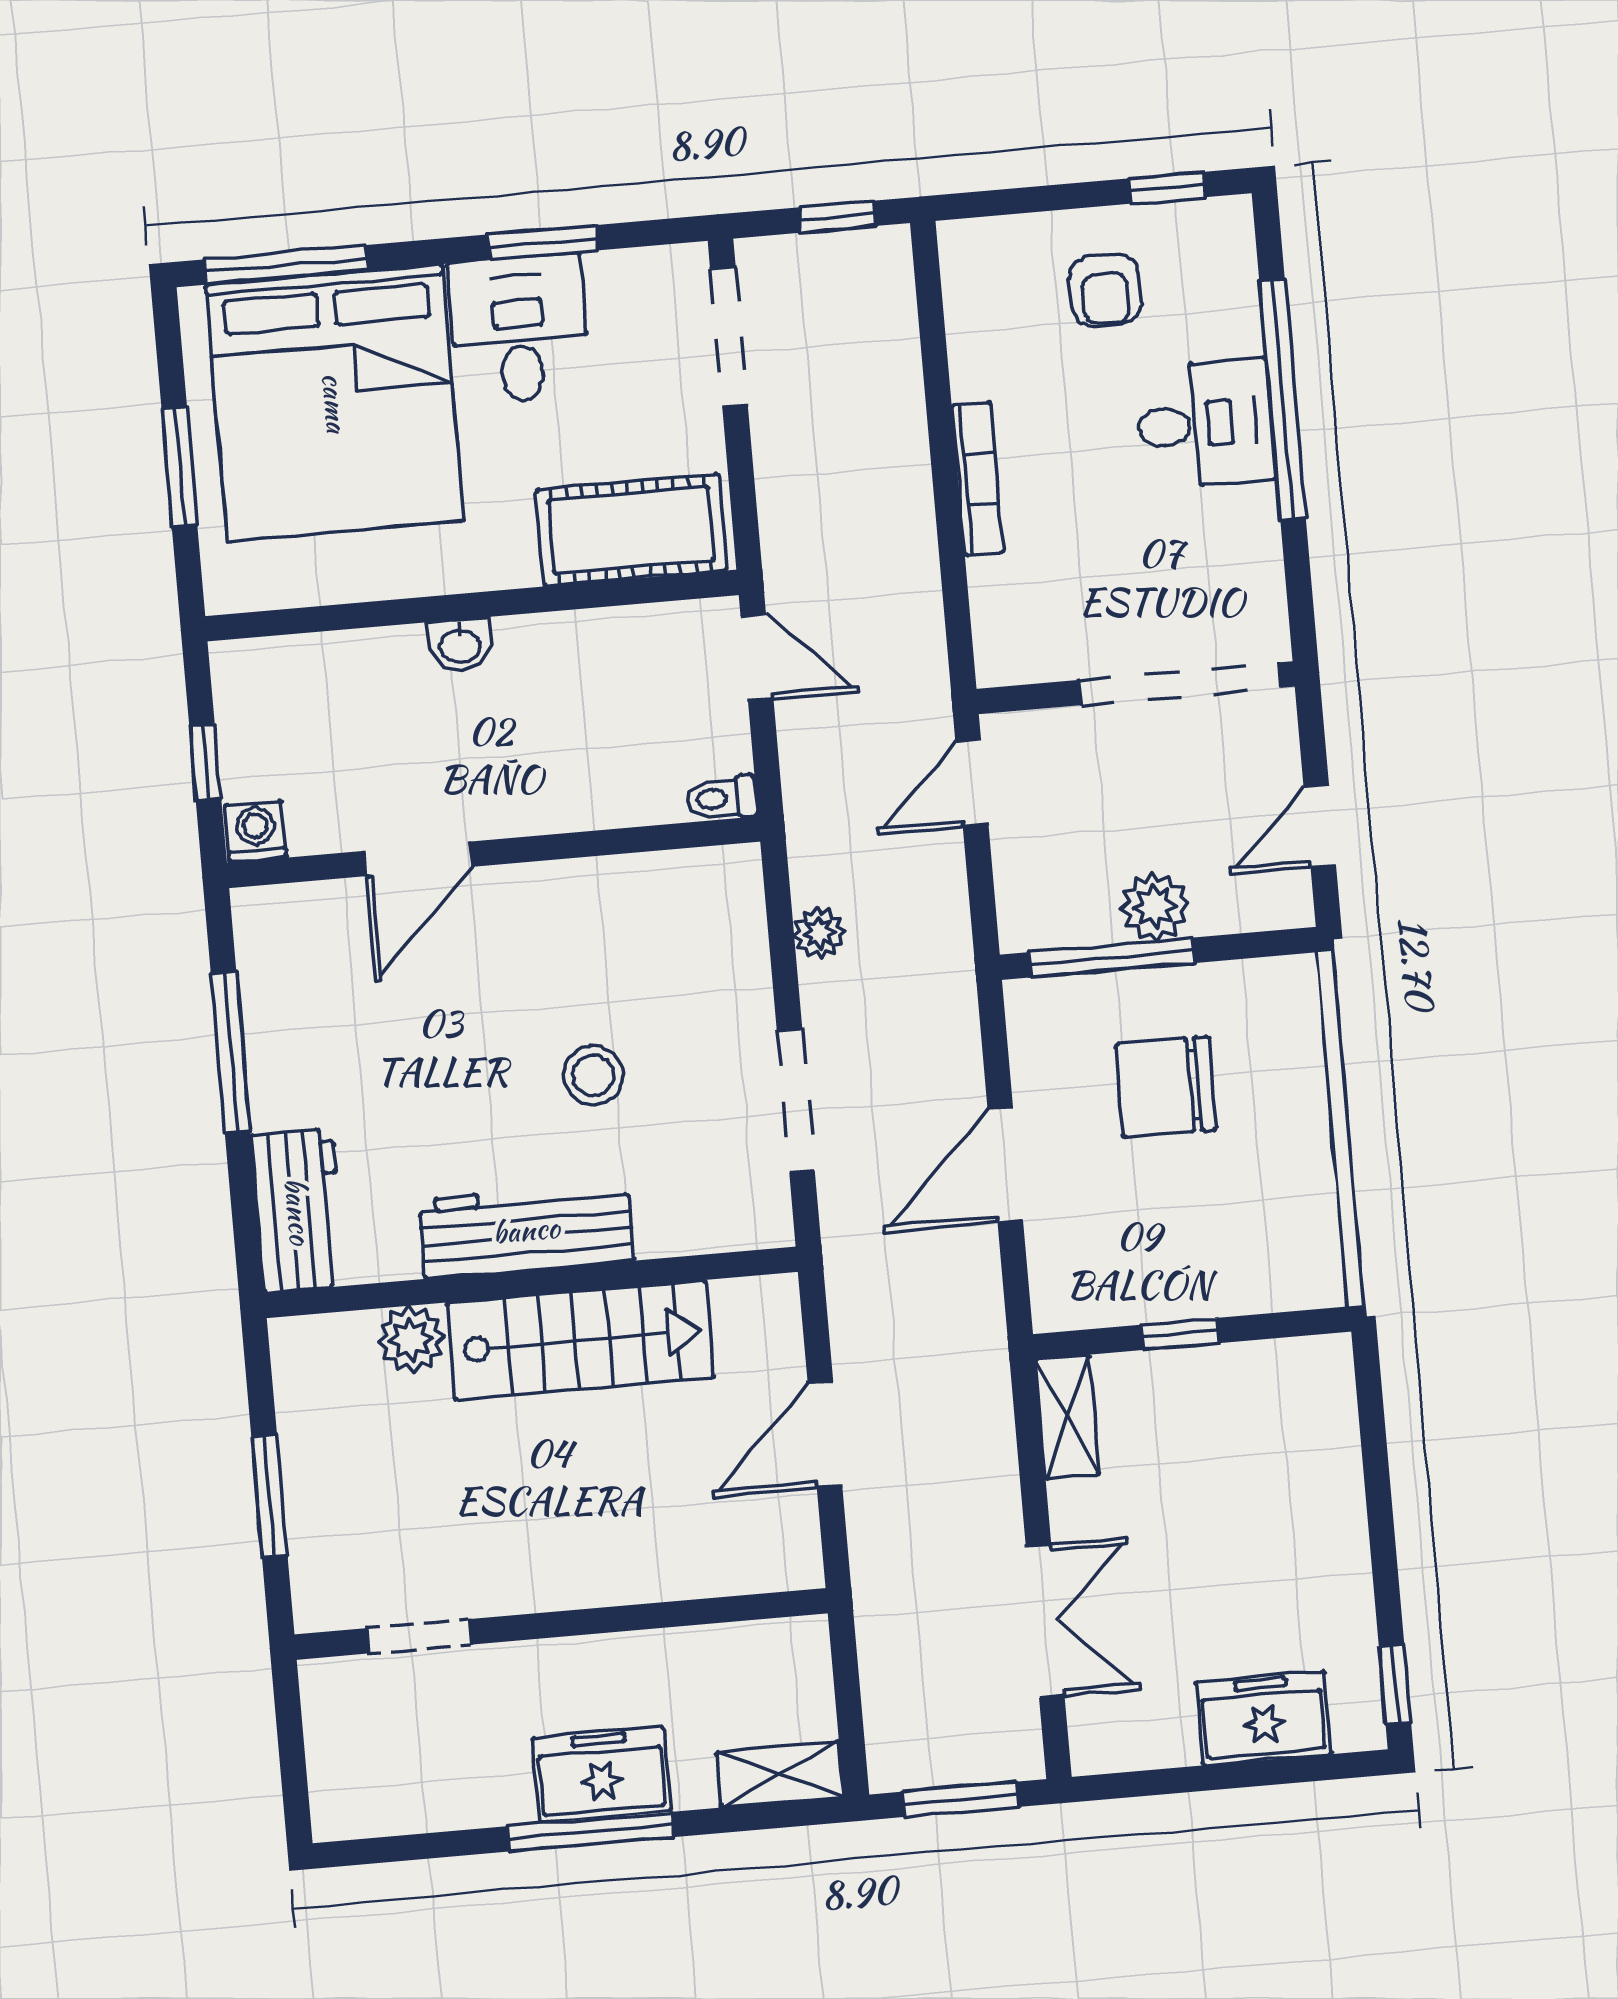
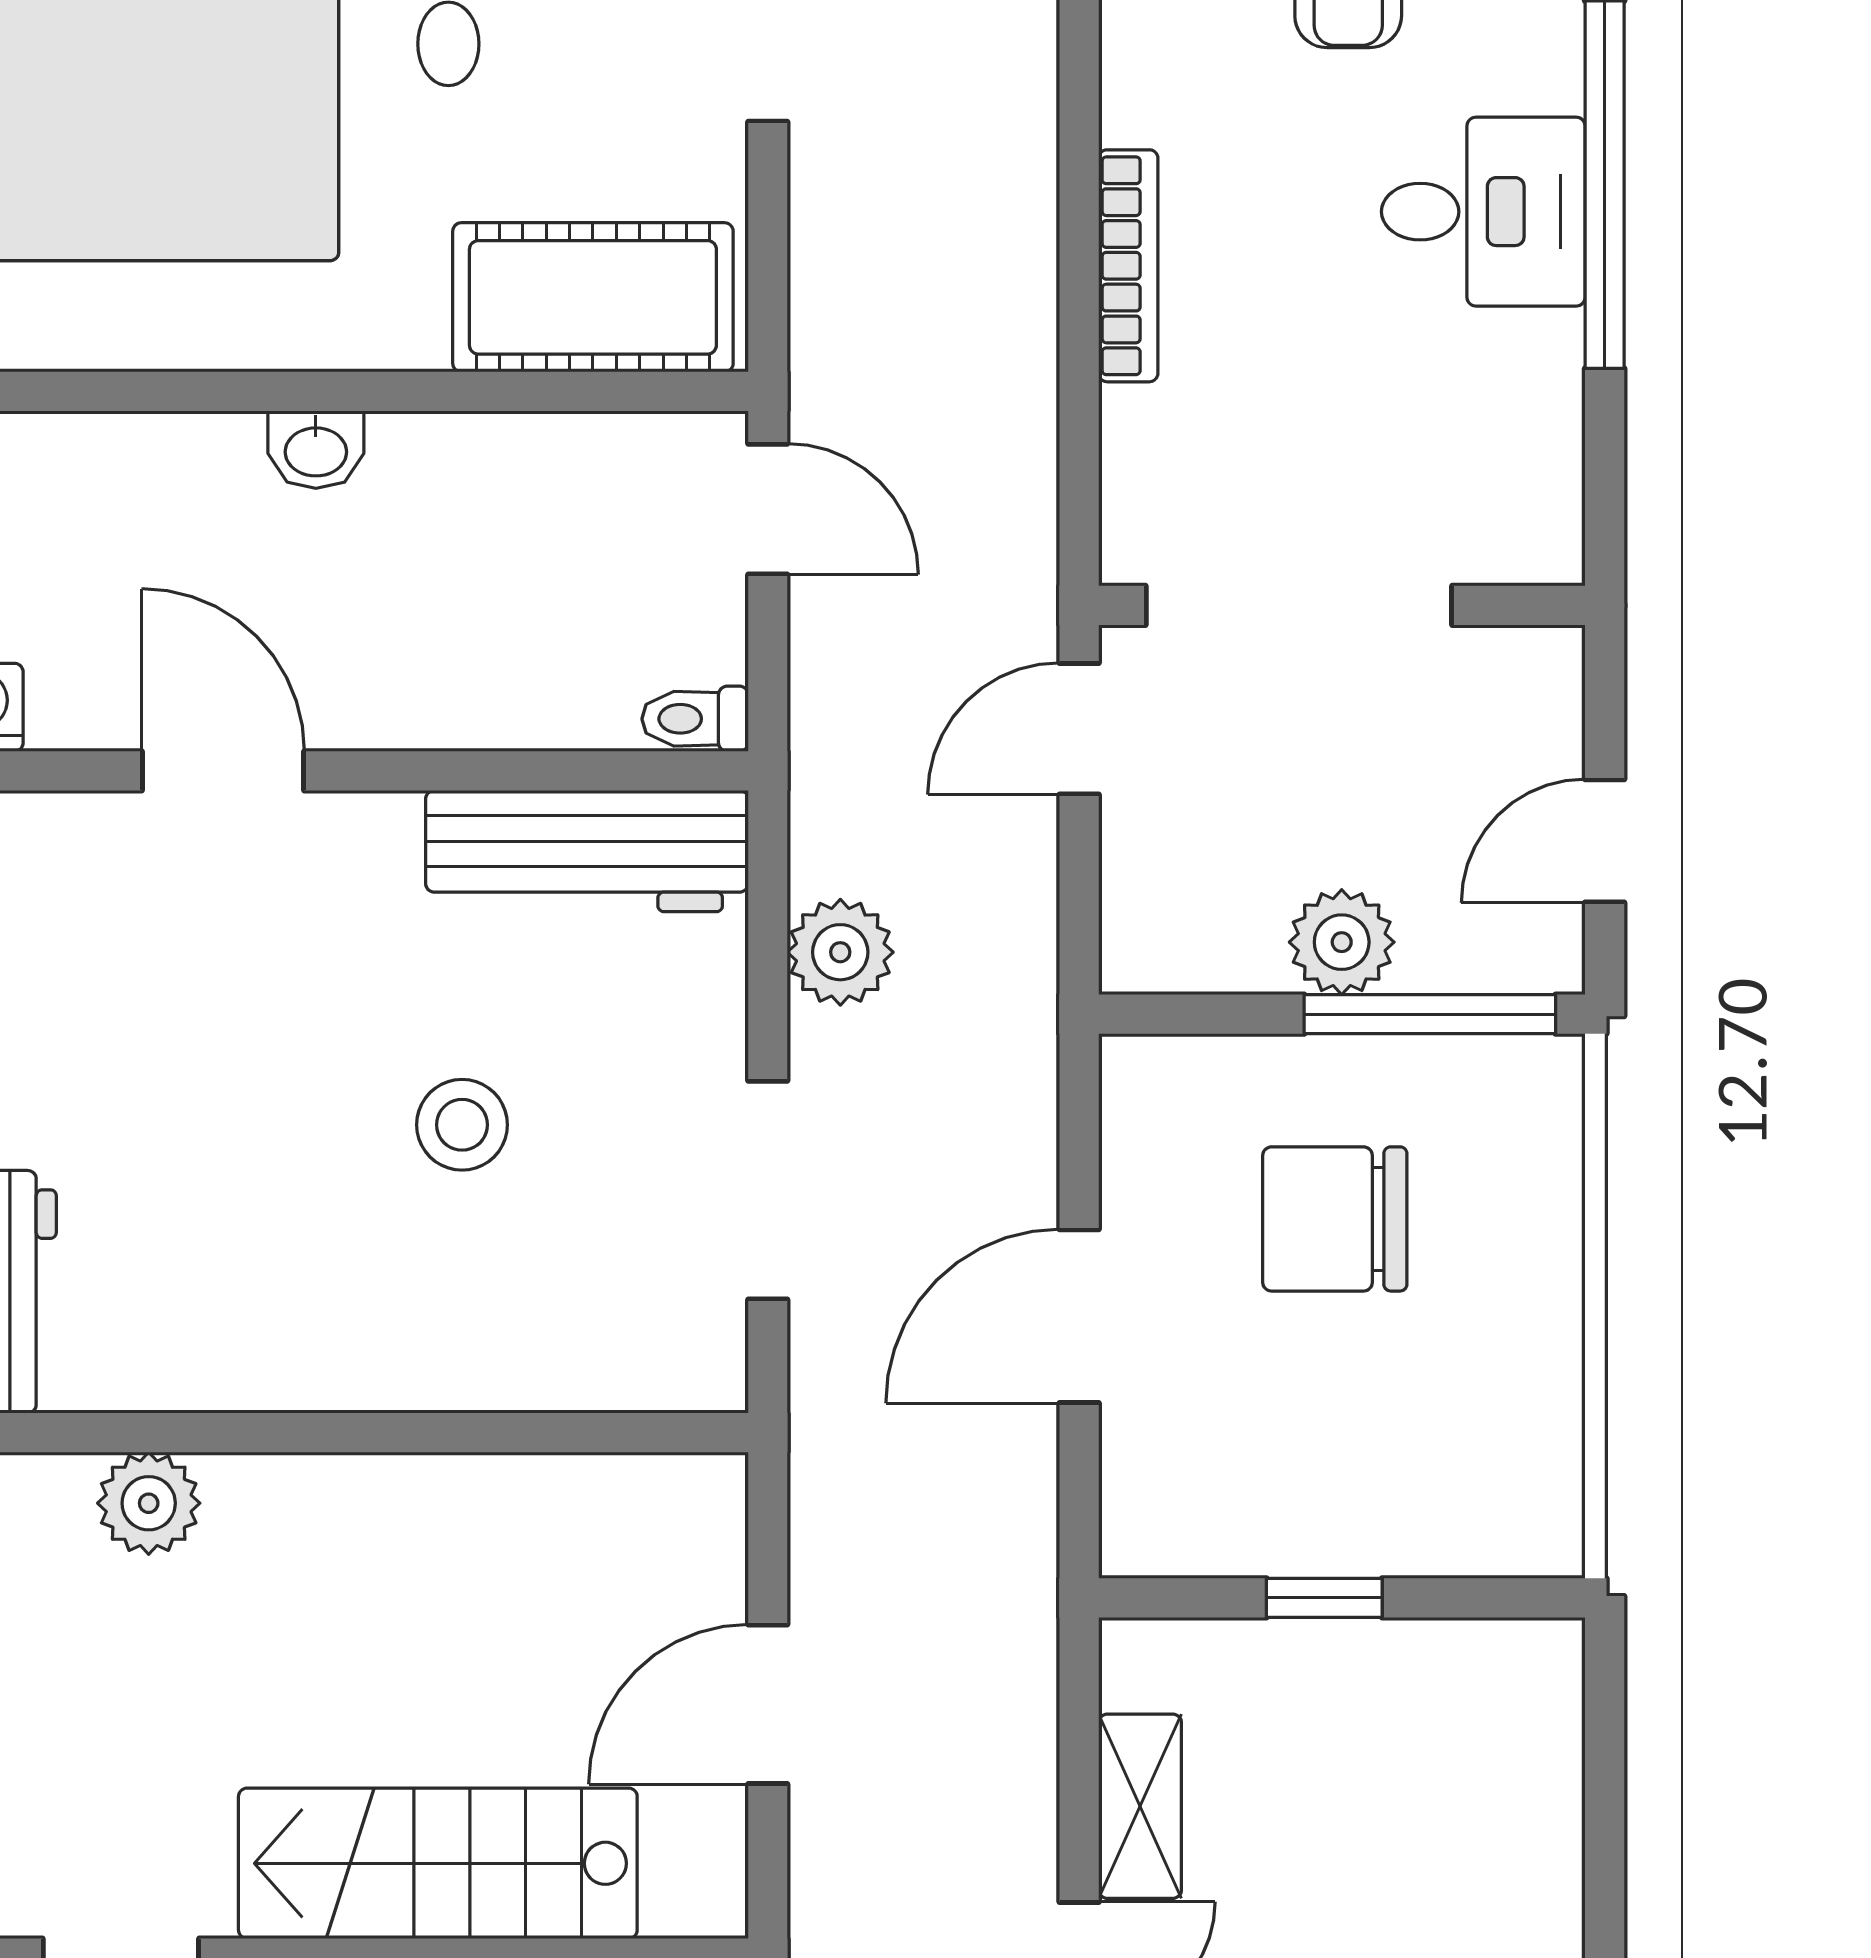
doorway: (1180, 684) -> (1299, 605), moved
door: (418, 859) -> (223, 771), swing flipped
plant: (819, 933) -> (840, 952), width x1.38, depth x1.38
window: (1112, 958) -> (1430, 1014), moved
workbench: (526, 1230) -> (587, 851), moved, turned 180
stairs: (580, 1340) -> (438, 1863), moved, turned 180
shelving: (1067, 1417) -> (1140, 1806), moved

